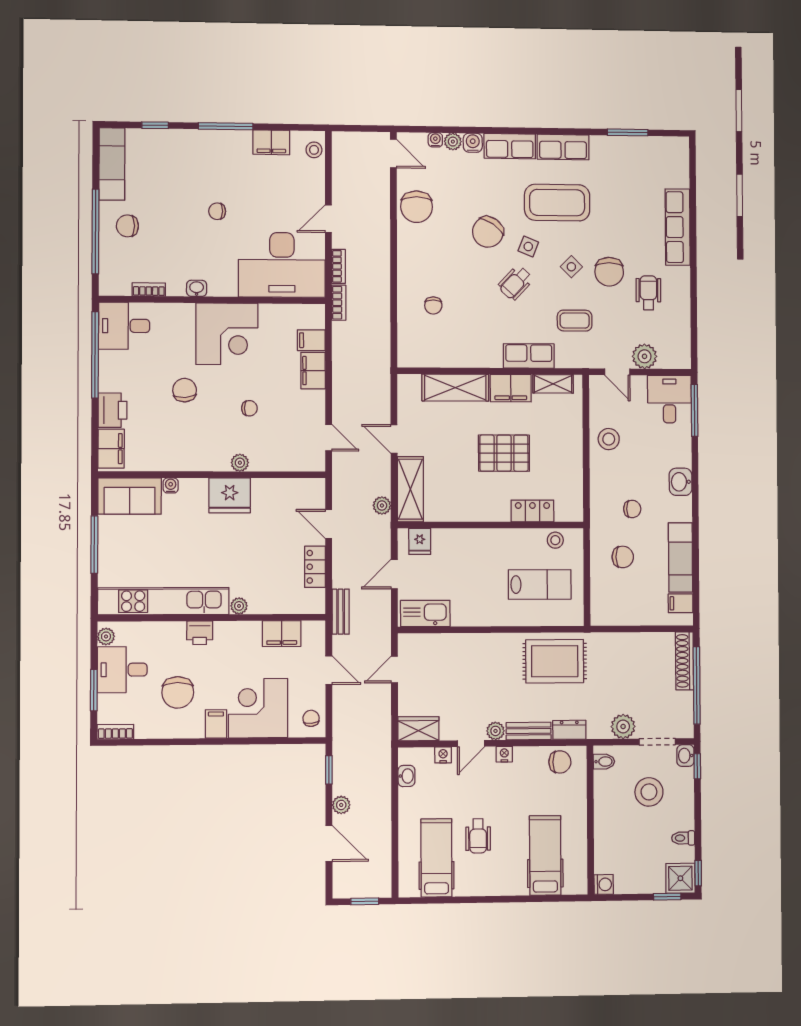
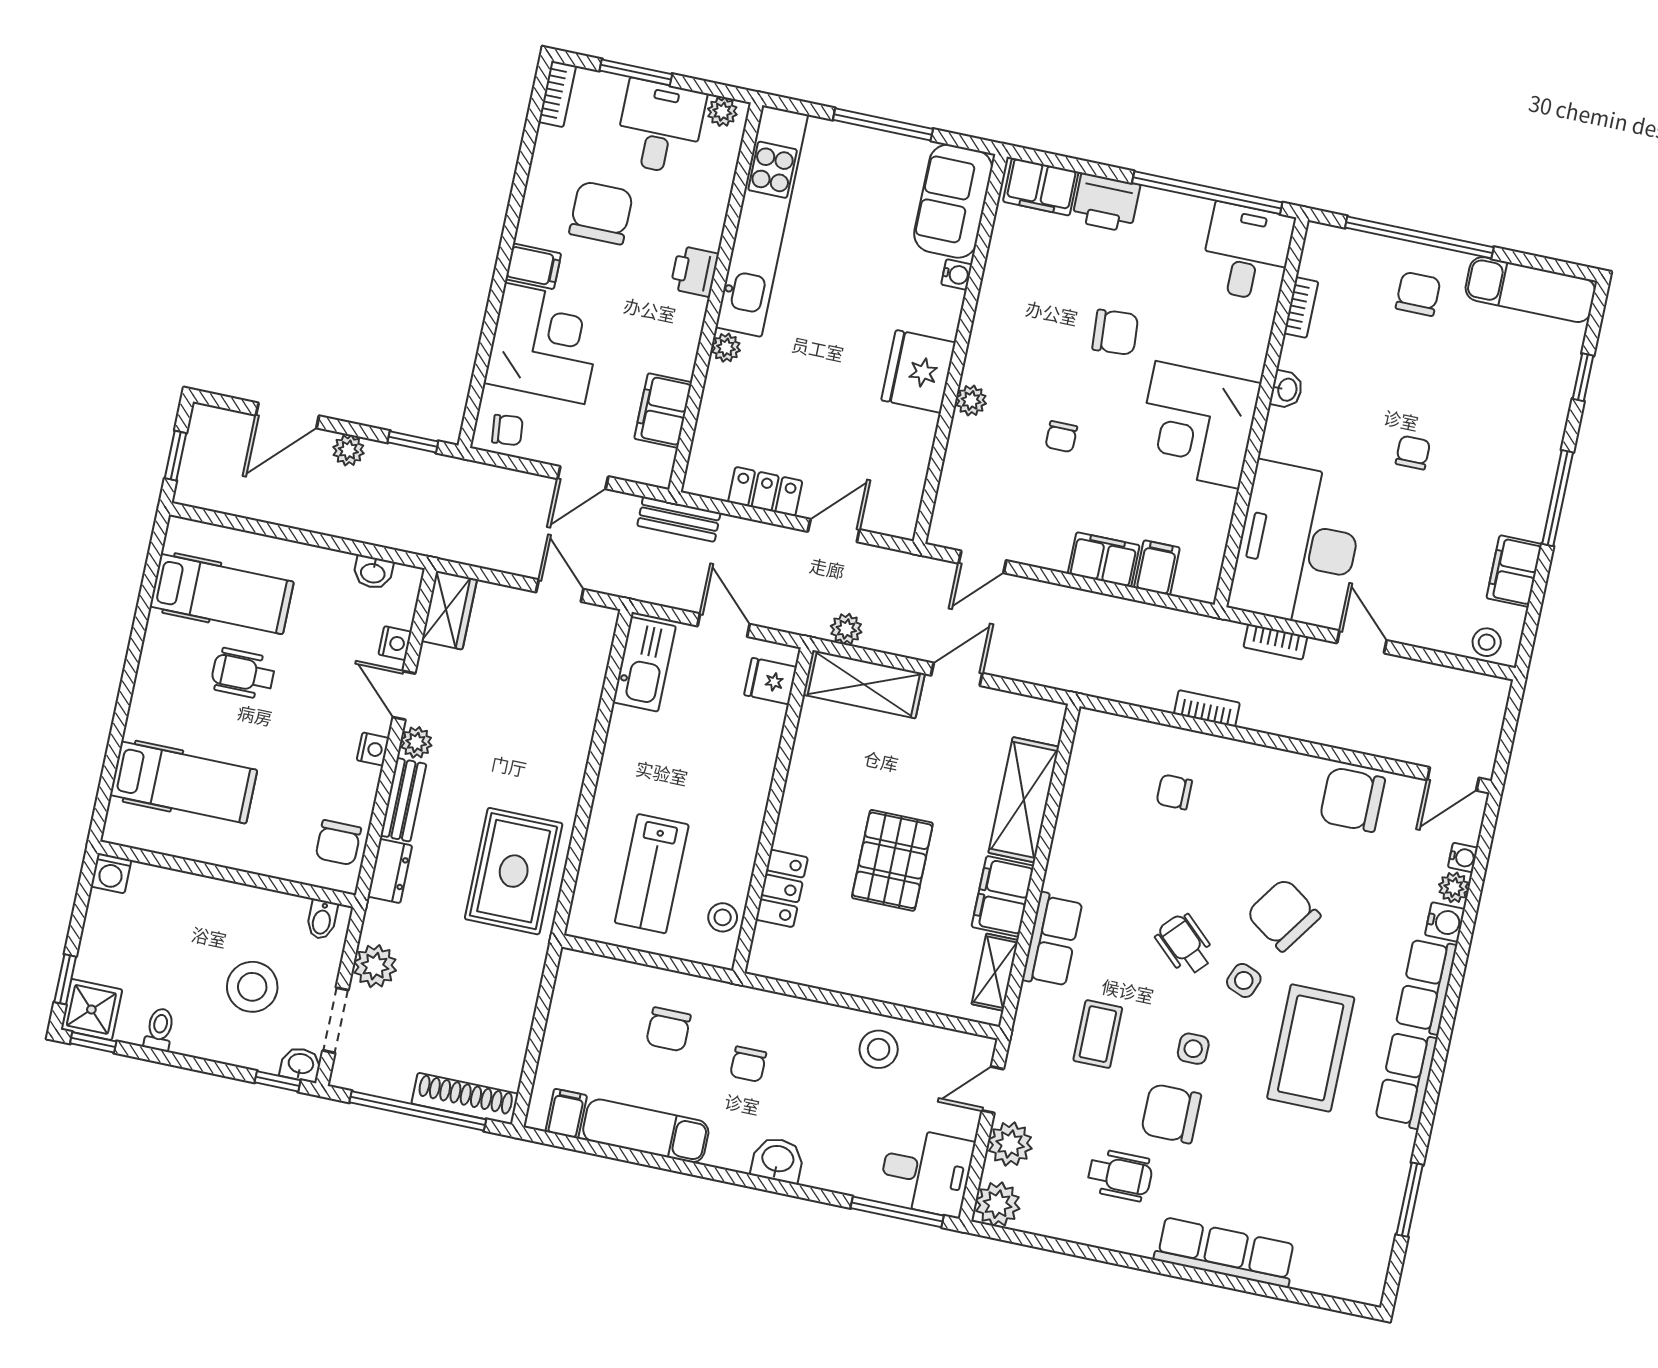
side table: (571, 267) -> (1193, 1049), turned 45
bookcase: (339, 303) -> (1207, 708), moved, turned 180
plant: (678, 356) -> (998, 1204), added
chair: (178, 692) -> (601, 213), turned 90

